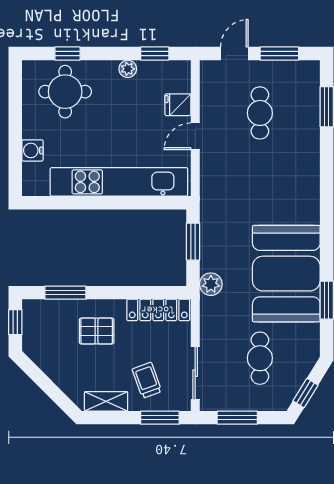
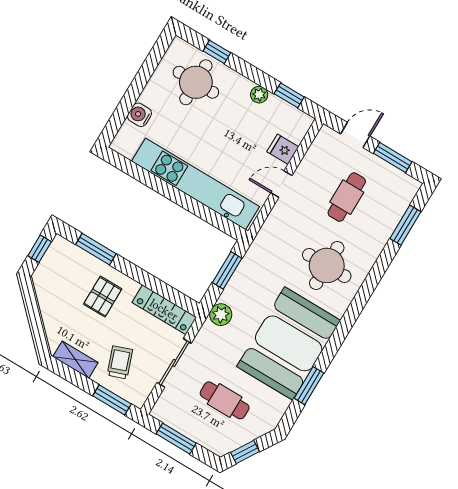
round table: (279, 184) -> (327, 265), added
pallet: (97, 331) -> (103, 297), turned 90
cafe table: (260, 358) -> (225, 400), turned 90
sliding door: (195, 373) -> (174, 363), moved

